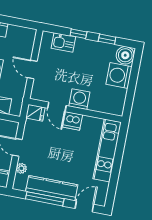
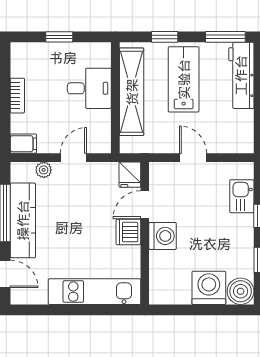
door: (32, 69) -> (193, 158), hinge flipped

